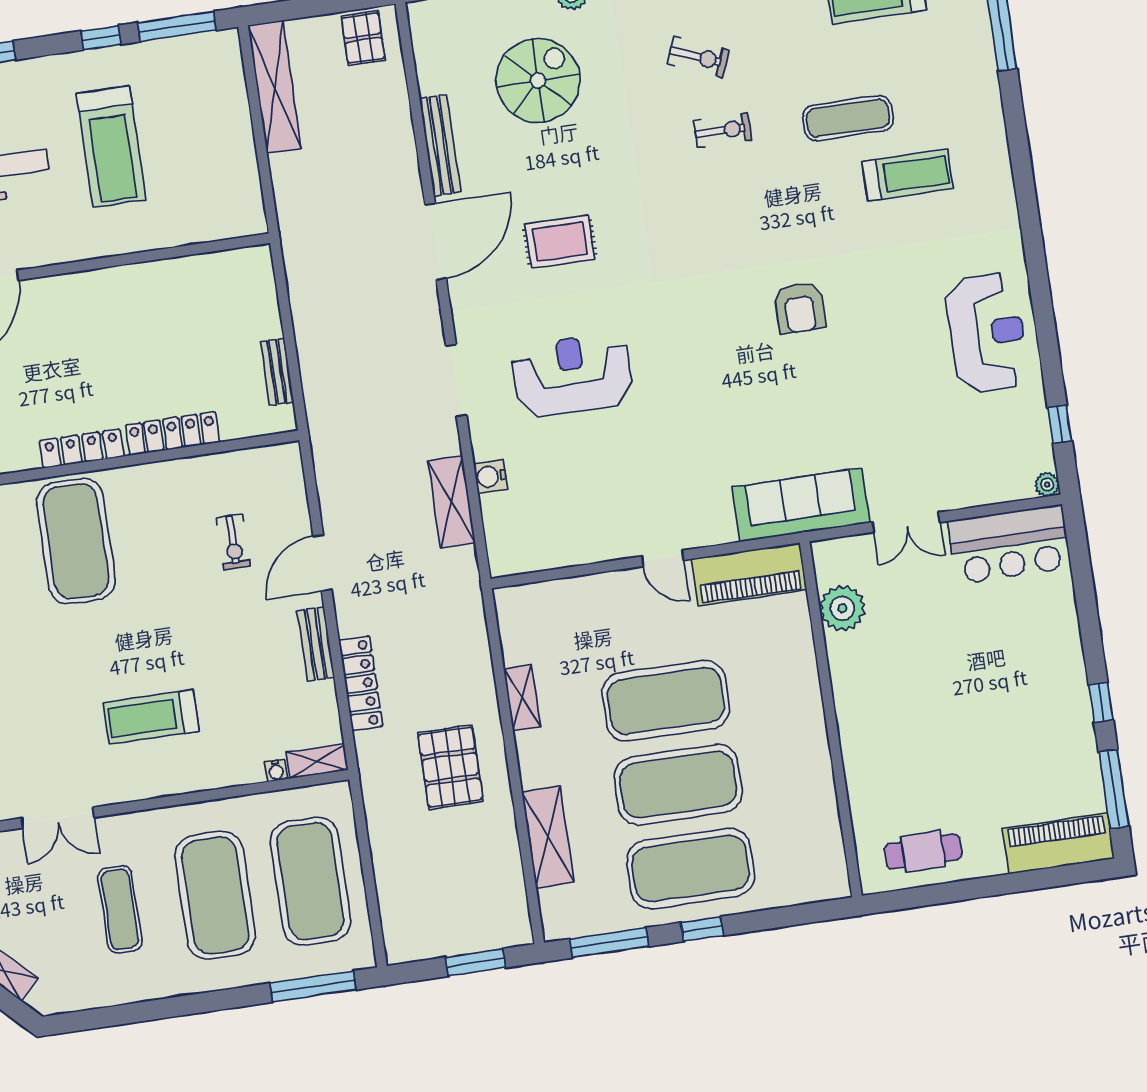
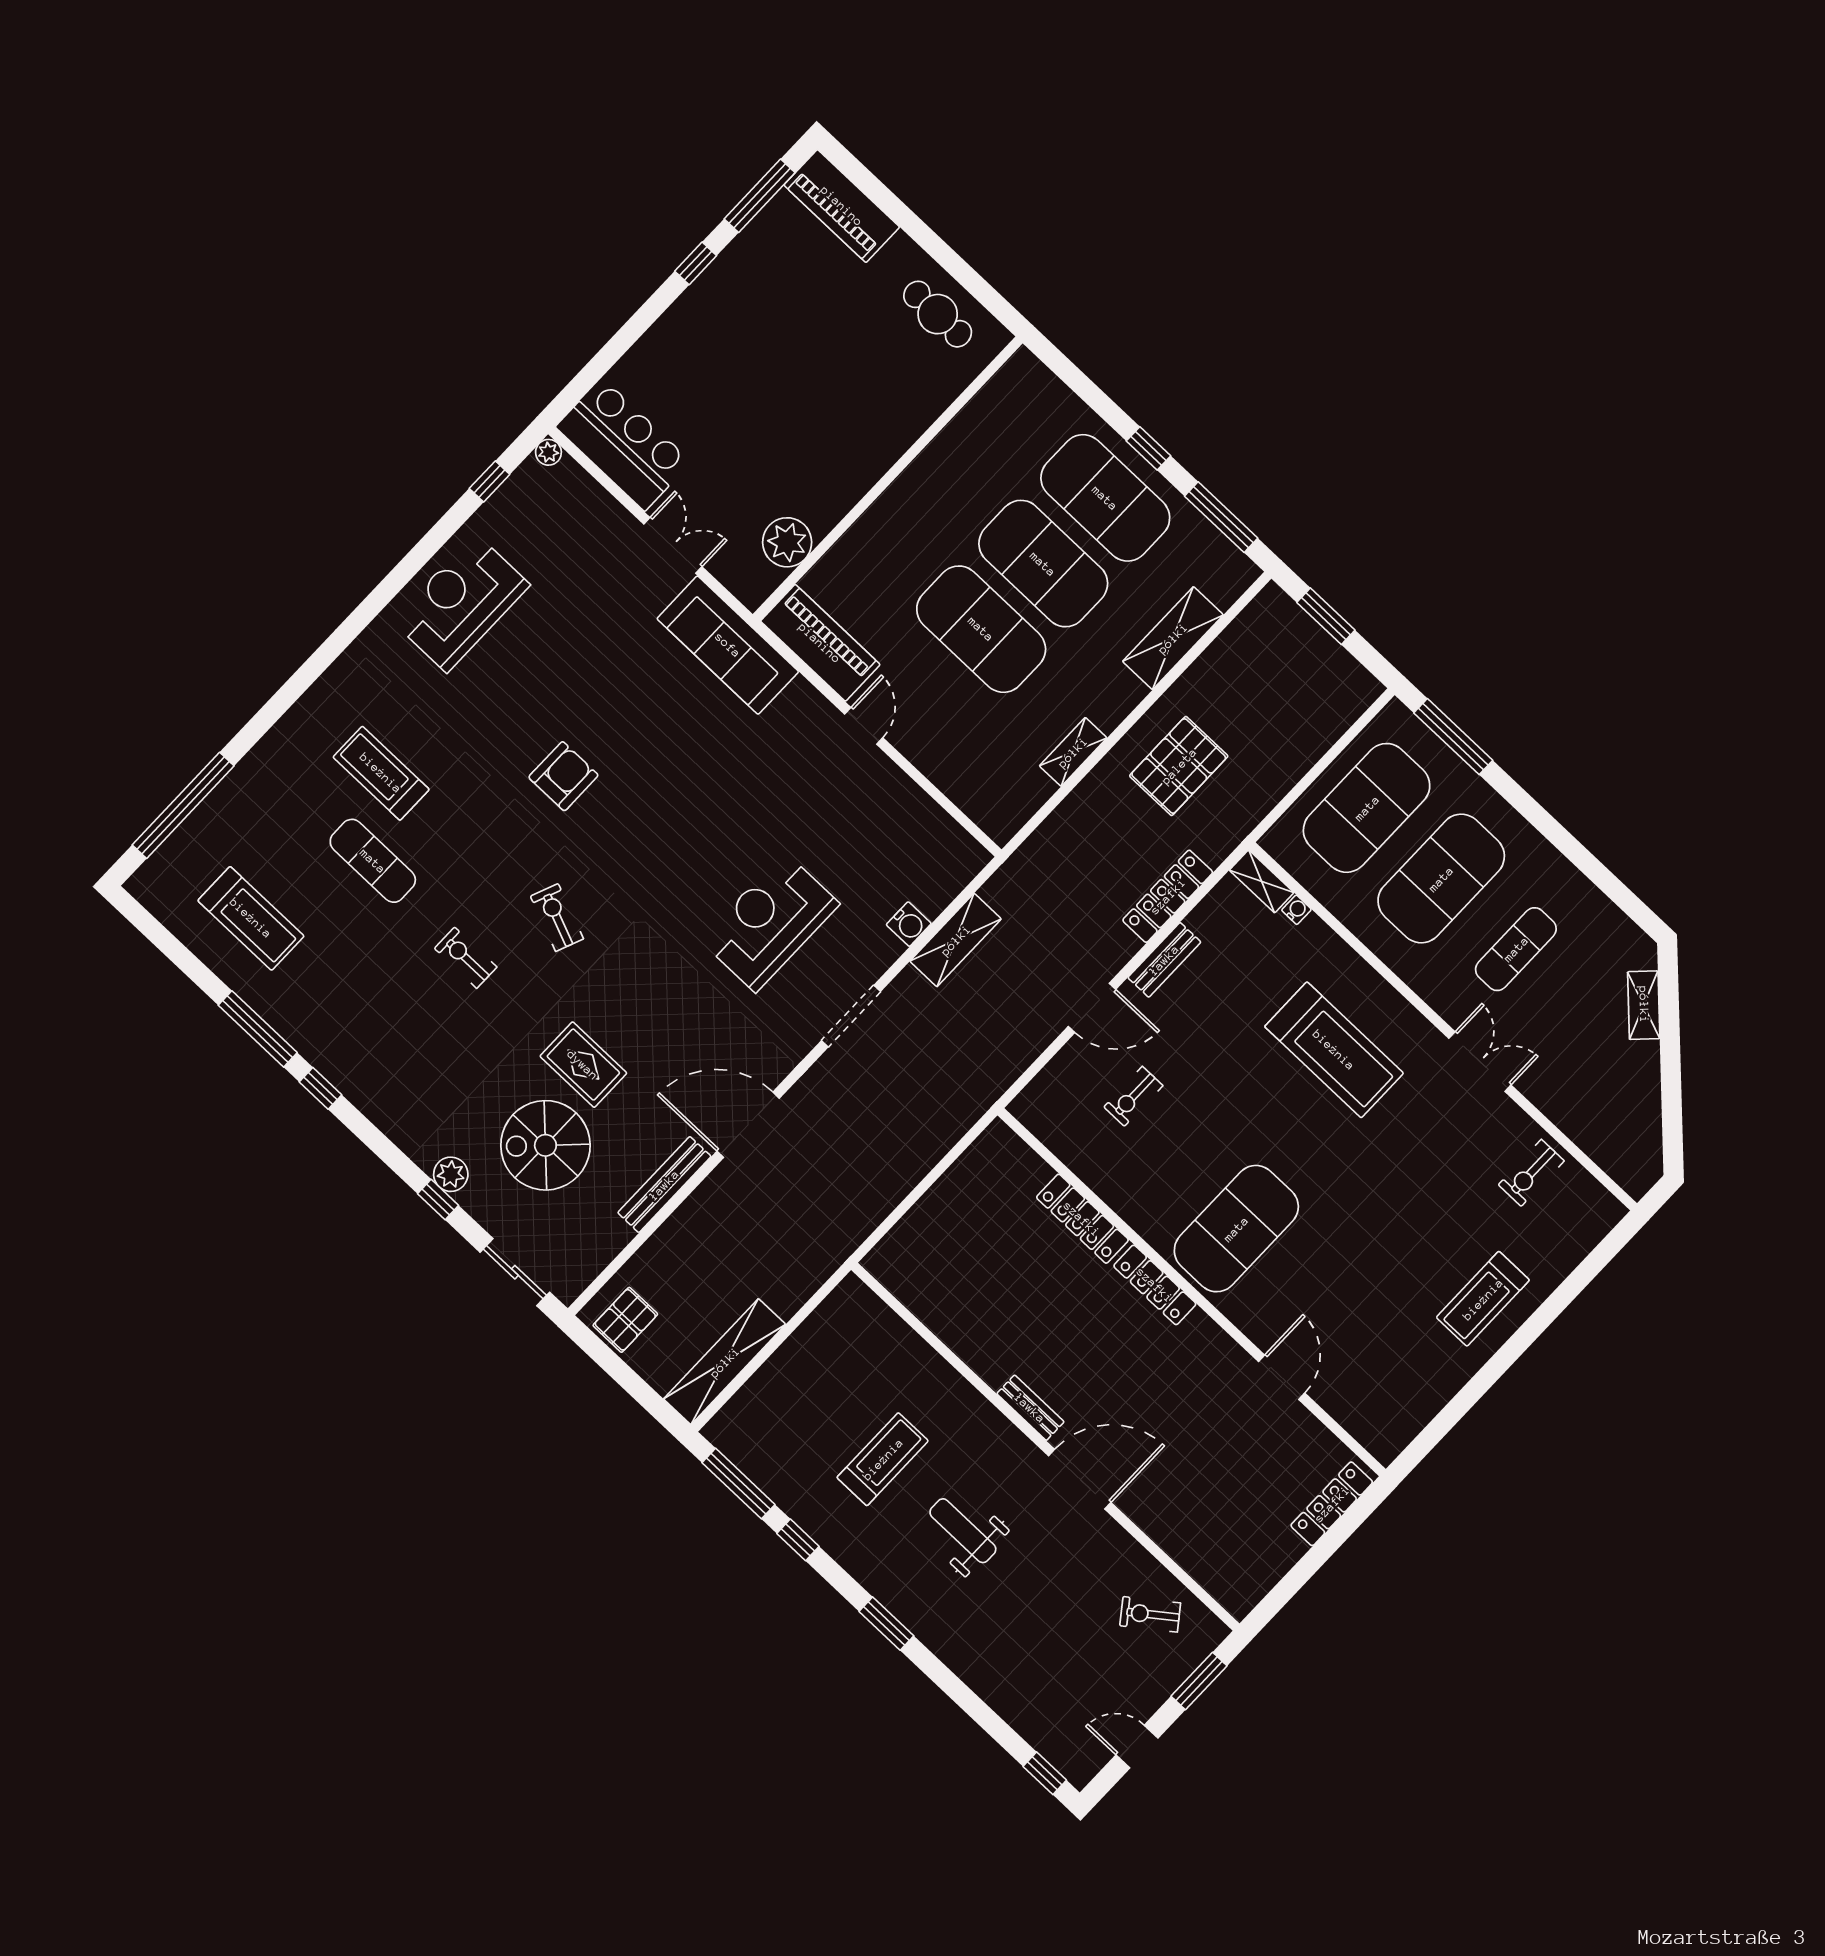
exercise bike: (698, 57) -> (557, 917), moved
treadmill: (111, 147) -> (883, 1459), width x0.73, depth x0.73
rug: (560, 242) -> (583, 1065), moved
bench: (277, 372) -> (1030, 1408), moved, turned 90
reception desk: (572, 375) -> (770, 922), turned 90
exercise bike: (233, 542) -> (1133, 1096), turned 180
treadmill: (151, 717) -> (1334, 1050), width x1.37, depth x1.38

